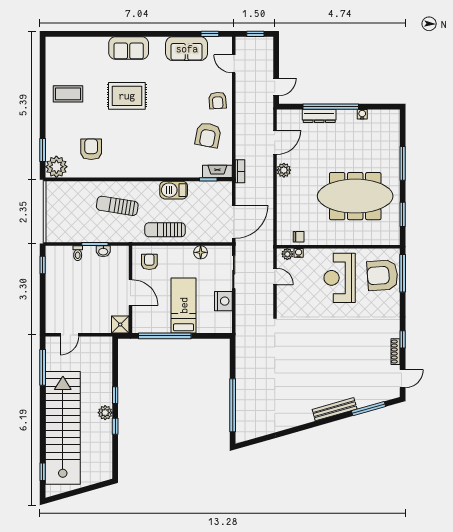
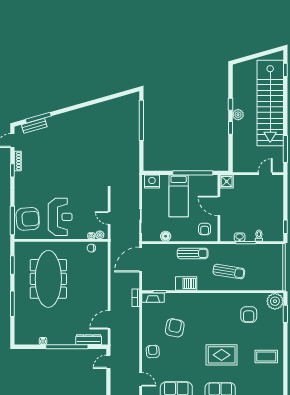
dresser: (319, 116) -> (89, 340), moved
armchair: (208, 135) -> (175, 328), moved
plant: (284, 170) -> (103, 299), removed
meeting table: (355, 196) -> (48, 279), turned 90
nightstand: (223, 301) -> (152, 182), moved, turned 90
bench: (335, 409) -> (34, 126), moved, width x0.73

